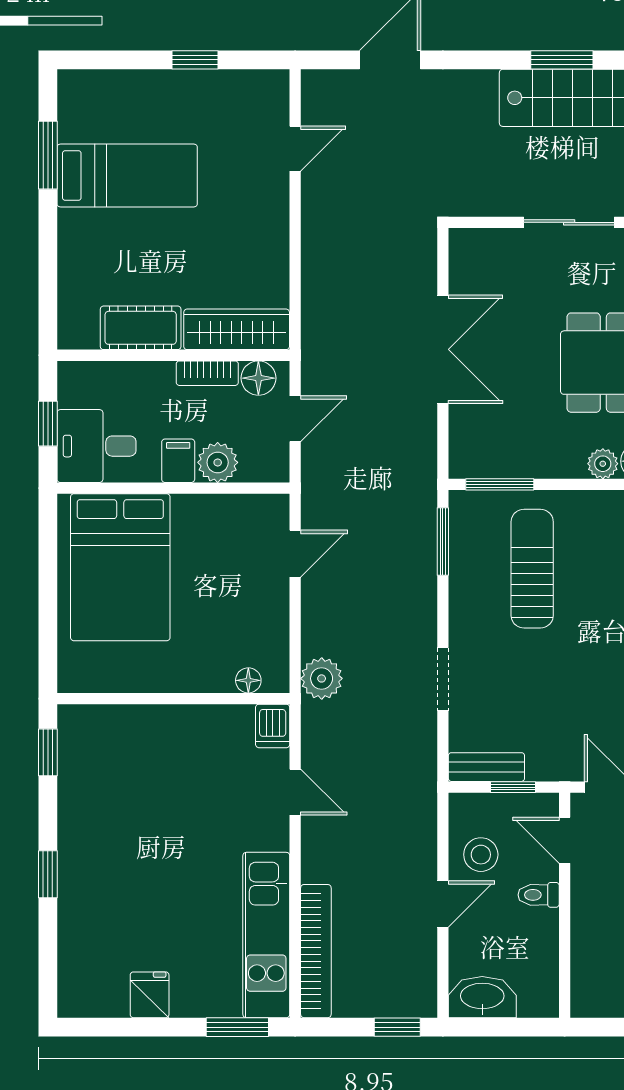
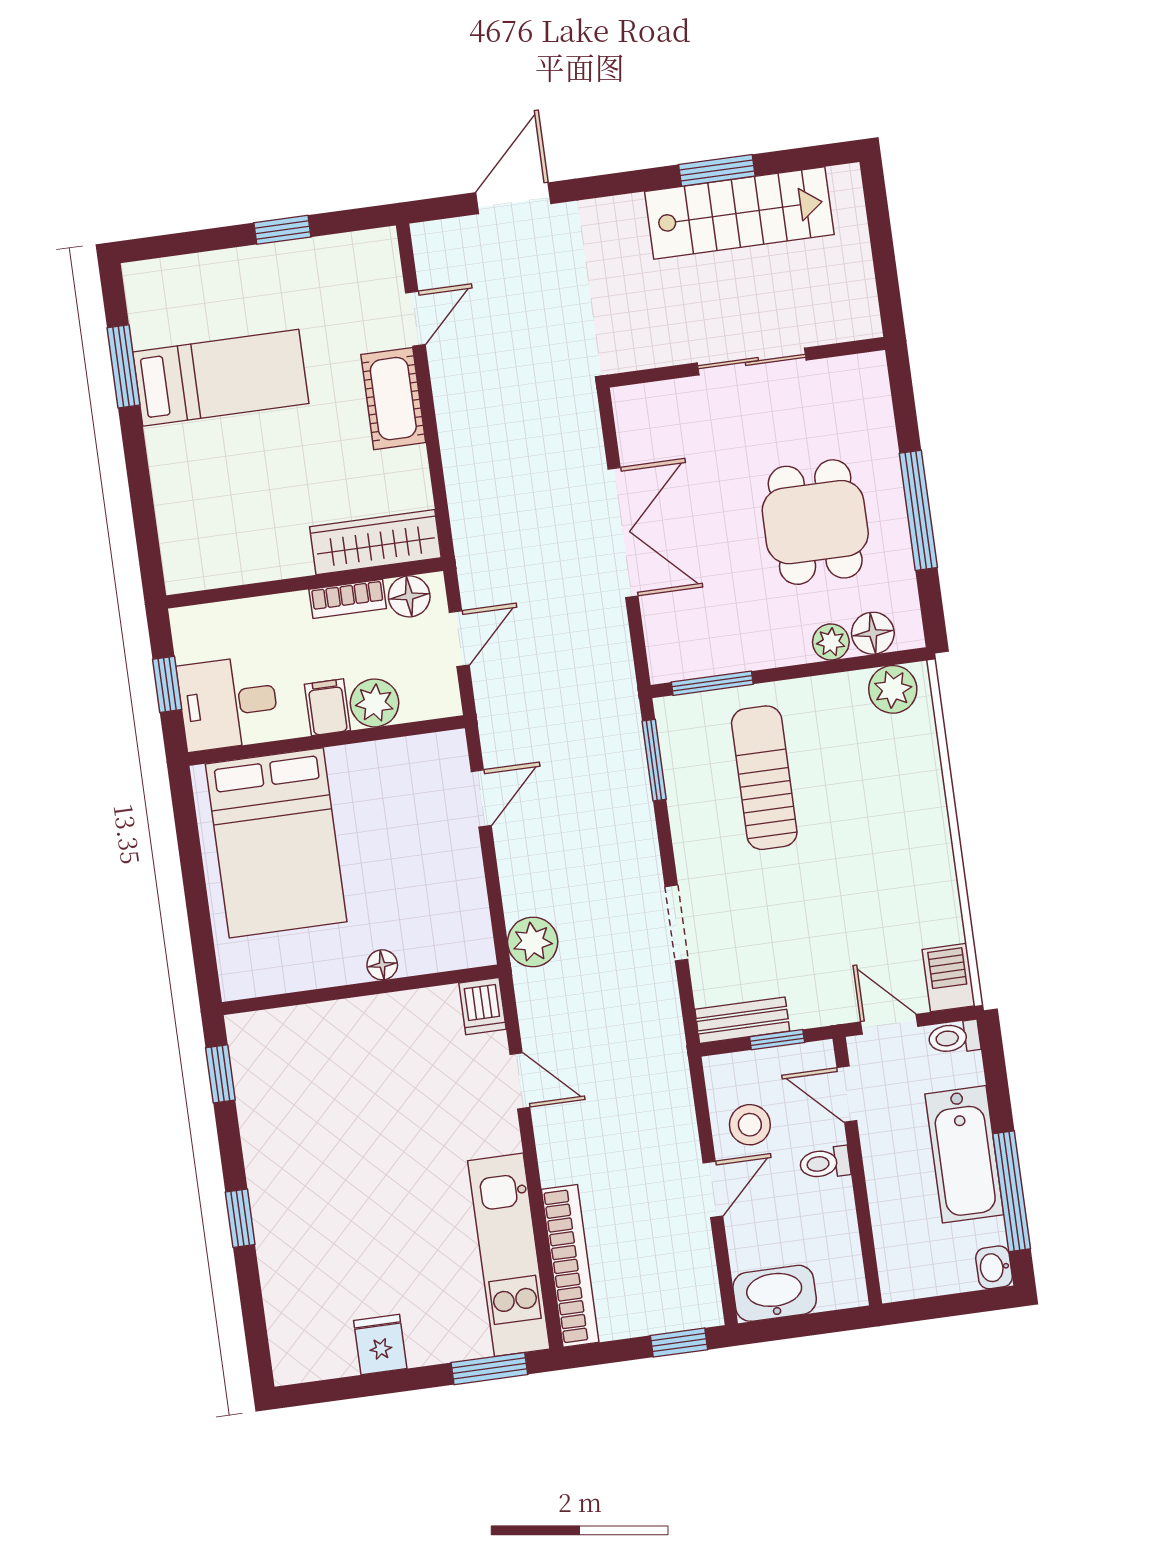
cot: (141, 328) -> (393, 399), moved, turned 90
floor lamp: (248, 680) -> (382, 965), moved

